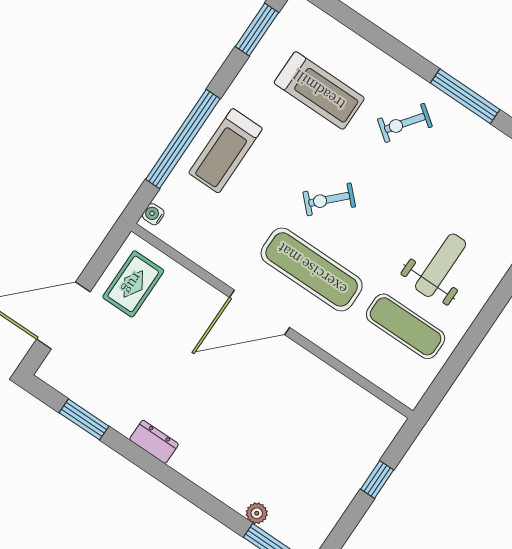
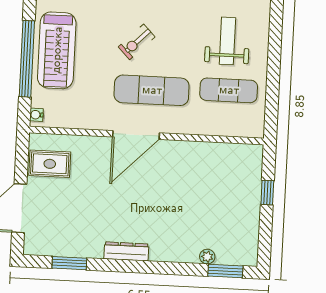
treadmill: (226, 151) -> (57, 50), width x1.37, depth x1.38
rug: (133, 284) -> (50, 164), turned 90
dresser: (154, 442) -> (126, 251), width x1.44

